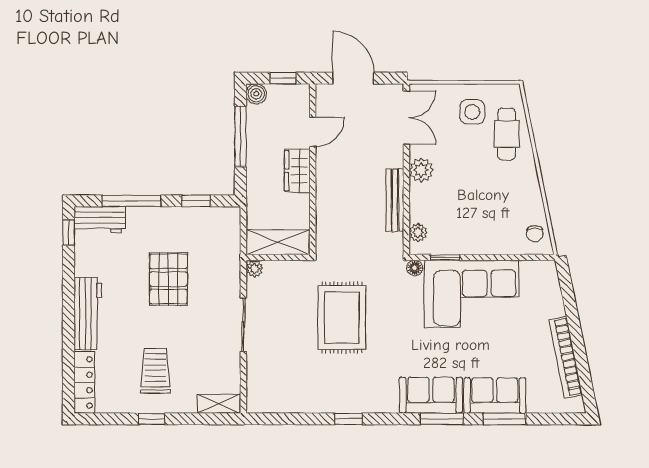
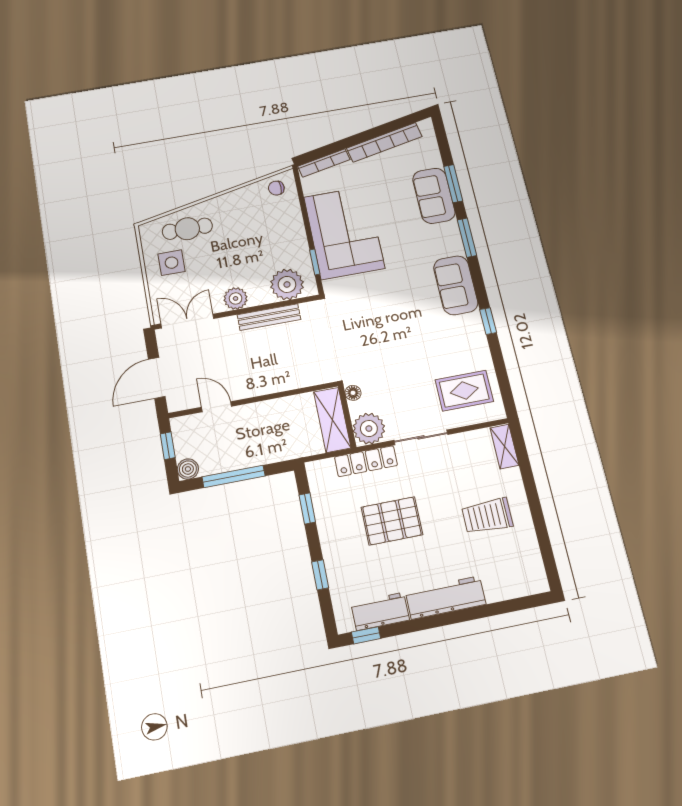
wardrobe: (297, 171) -> (258, 414), removed
window: (132, 201) -> (320, 575), width x0.46
workbench: (100, 220) -> (380, 611), moved, turned -90
plant: (418, 233) -> (287, 284), width x1.88, depth x1.88
chair: (535, 234) -> (276, 188), turned 180
floor lamp: (415, 268) -> (353, 393), moved
plant: (255, 269) -> (369, 429), width x1.87, depth x1.87
bookcase: (554, 289) -> (324, 163), added
rug: (342, 318) -> (464, 391), moved, width x0.73, depth x0.70
locker: (84, 382) -> (366, 461), moved, turned 180
sofa: (431, 395) -> (456, 285), moved
window: (152, 419) -> (536, 510), removed

